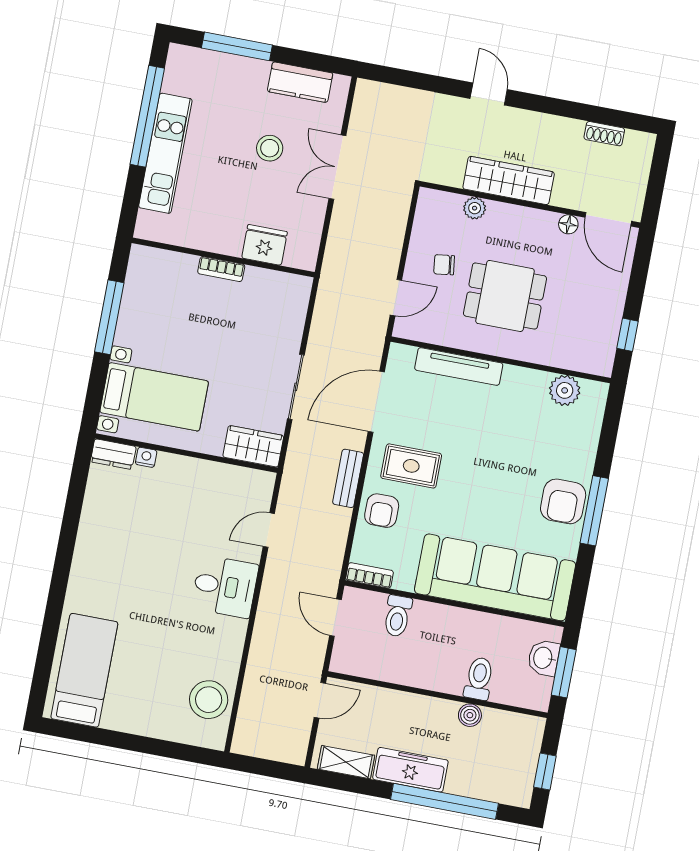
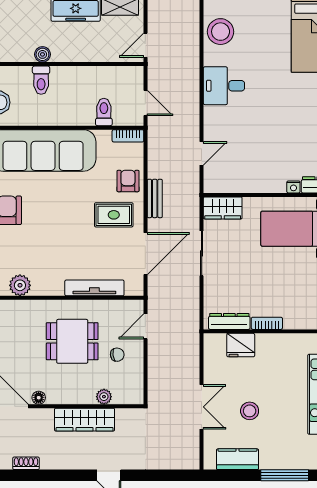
dresser: (275, 282) -> (229, 321), added
desk: (225, 586) -> (224, 86), moved

